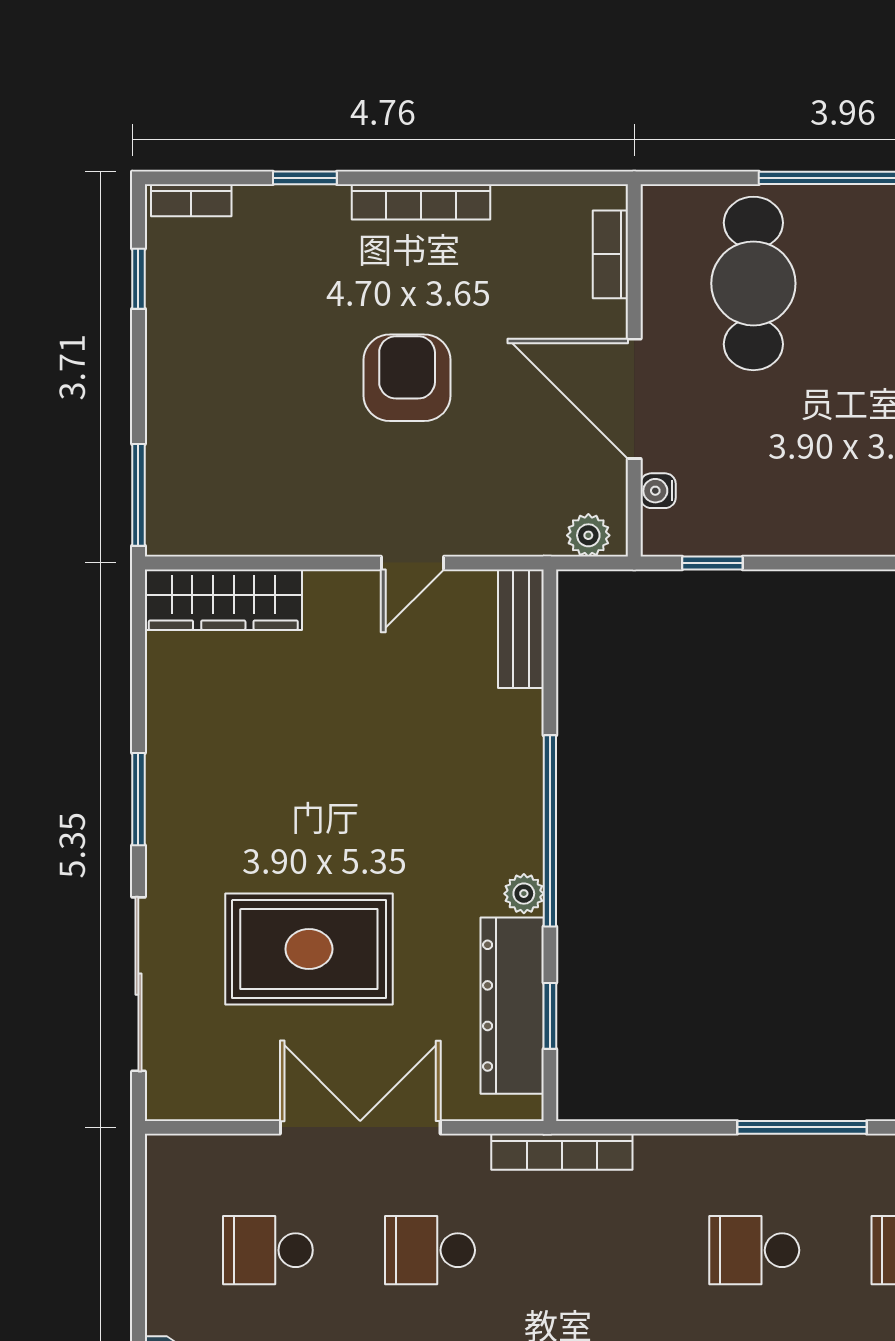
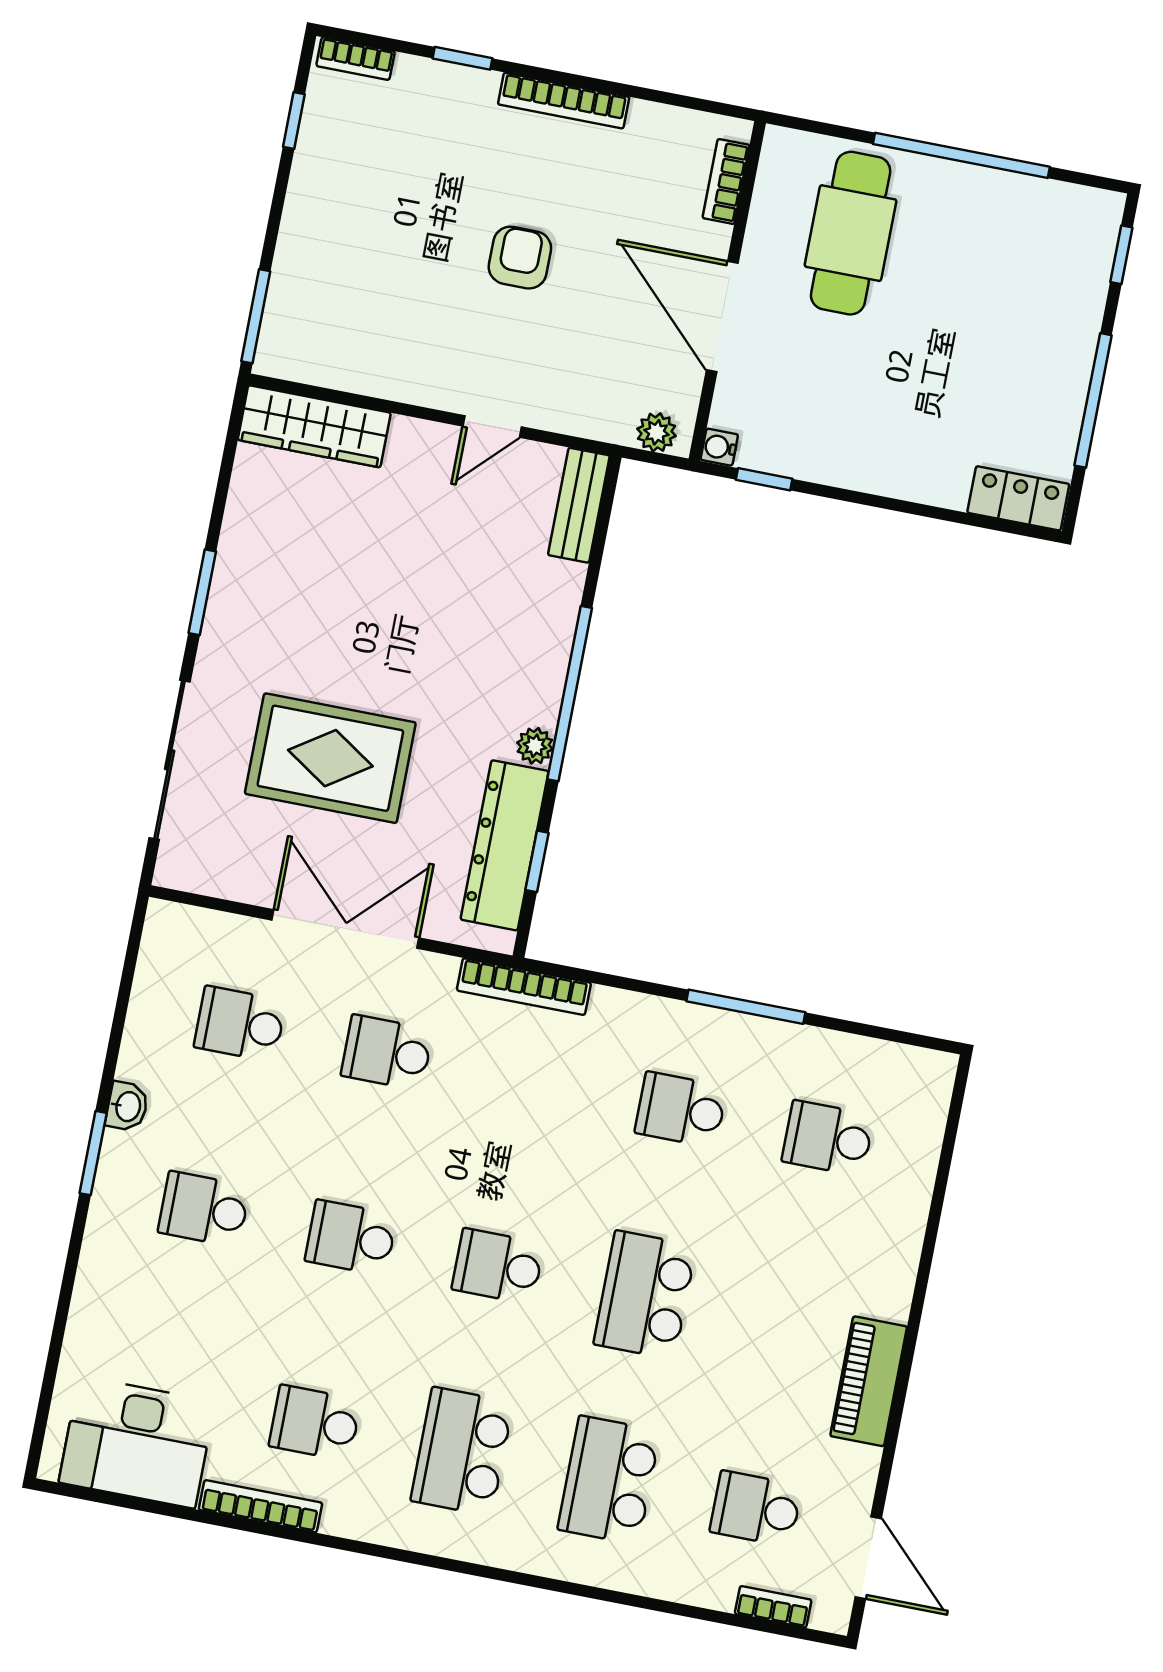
armchair: (407, 378) -> (520, 258), width x0.72, depth x0.72
water cooler: (658, 491) -> (719, 447), moved

